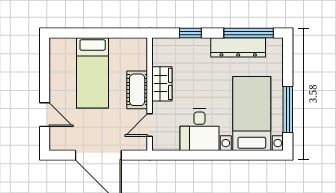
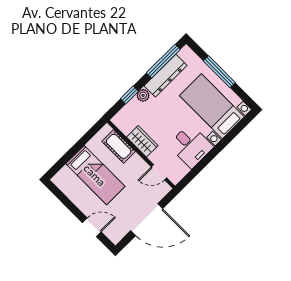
plant: (202, 45) -> (143, 95), added
cot: (137, 90) -> (119, 146), moved
window: (288, 110) -> (219, 72), moved
door: (150, 125) -> (159, 172), hinge flipped

